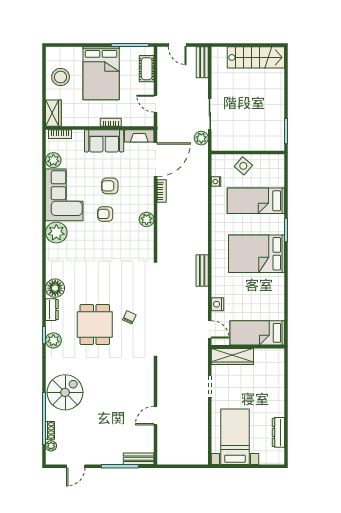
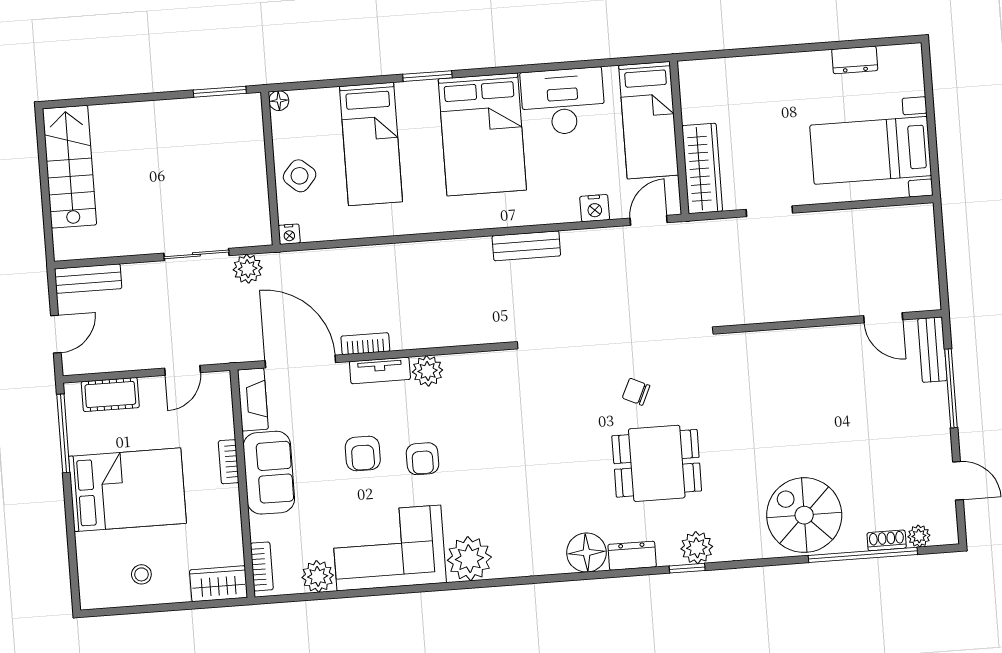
stool: (61, 77) -> (141, 574), width x0.53, depth x0.53
floor lamp: (280, 159) -> (279, 101), added
nightstand: (216, 182) -> (289, 234), moved
tv unit: (148, 197) -> (380, 370), added
desk: (269, 293) -> (563, 102), added
door: (155, 416) -> (883, 318), moved
dresser: (278, 432) -> (855, 60), width x0.70

